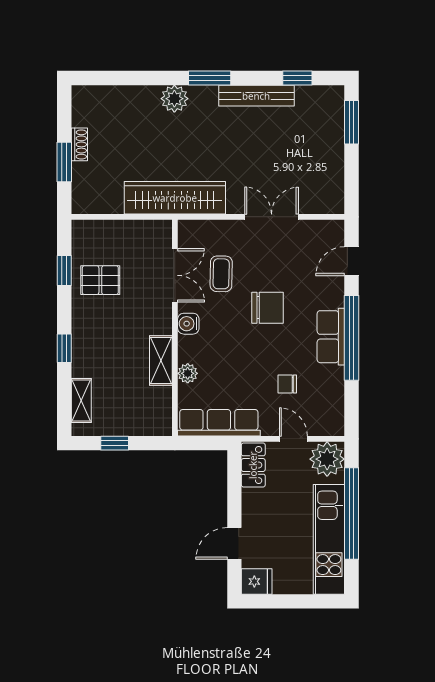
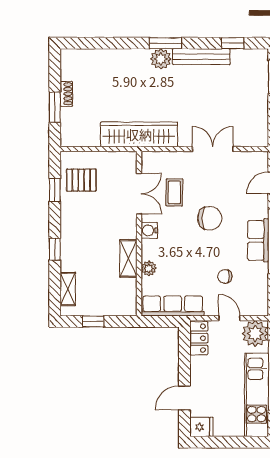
plant: (174, 99) -> (161, 59), moved
pallet: (100, 280) -> (81, 180), moved

